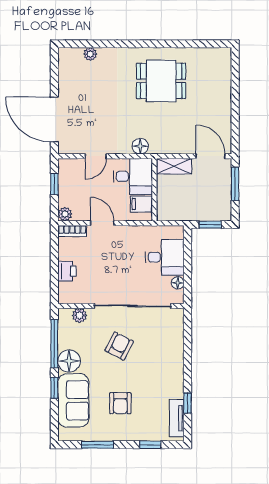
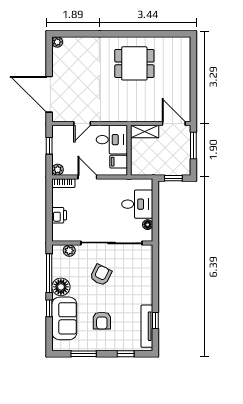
plant: (90, 54) -> (57, 42), moved
floor lamp: (140, 146) -> (118, 116), removed
tv unit: (177, 418) -> (147, 326), width x1.41

